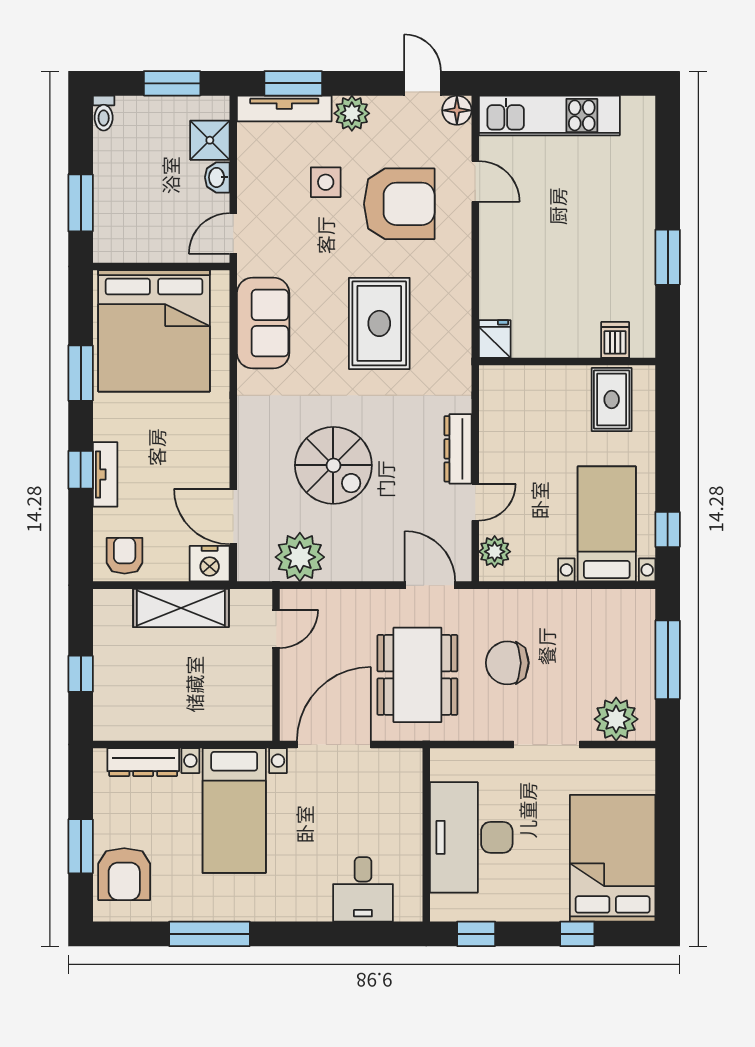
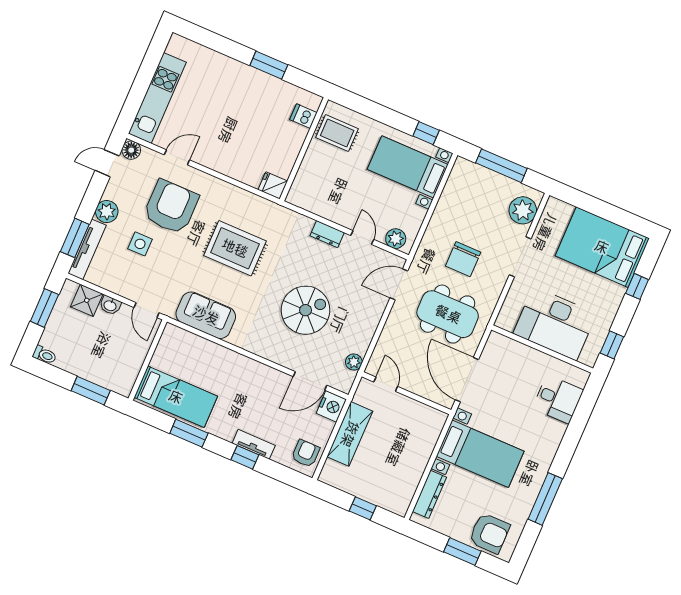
bed: (154, 331) -> (176, 397), width x0.49
dresser: (458, 449) -> (327, 234), width x0.70
armchair: (125, 556) -> (305, 453), turned 90
plant: (300, 557) -> (354, 362), width x0.53, depth x0.53

